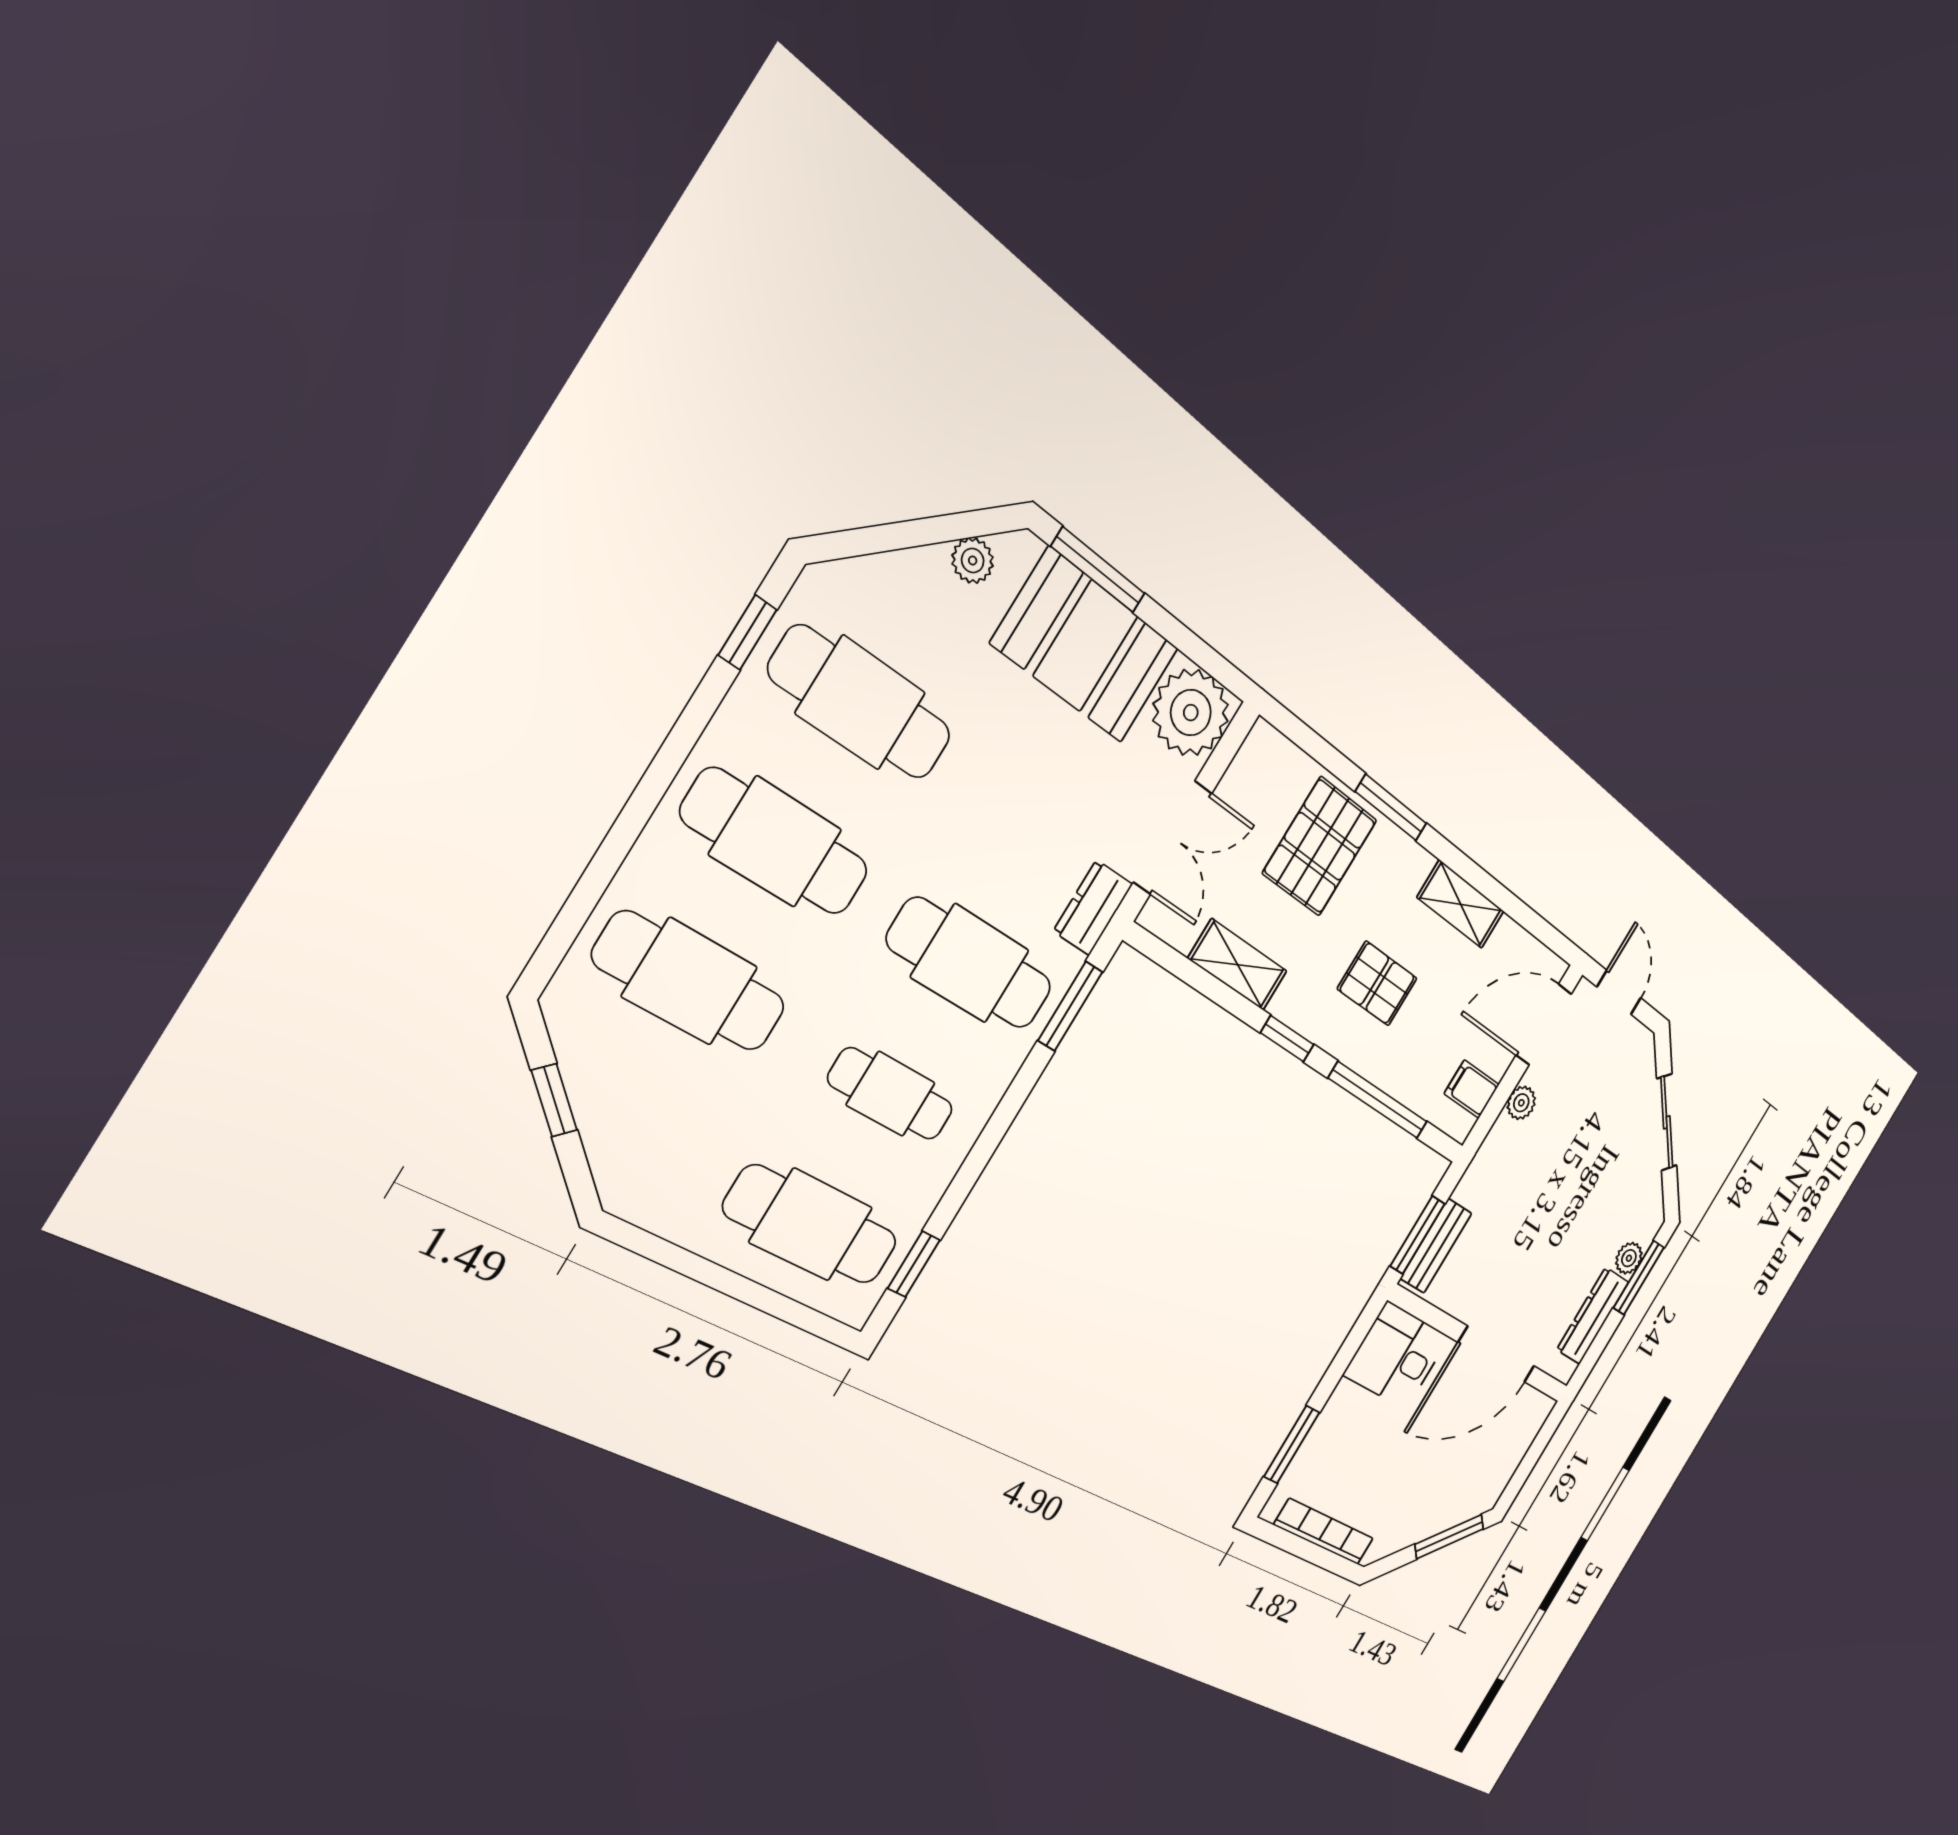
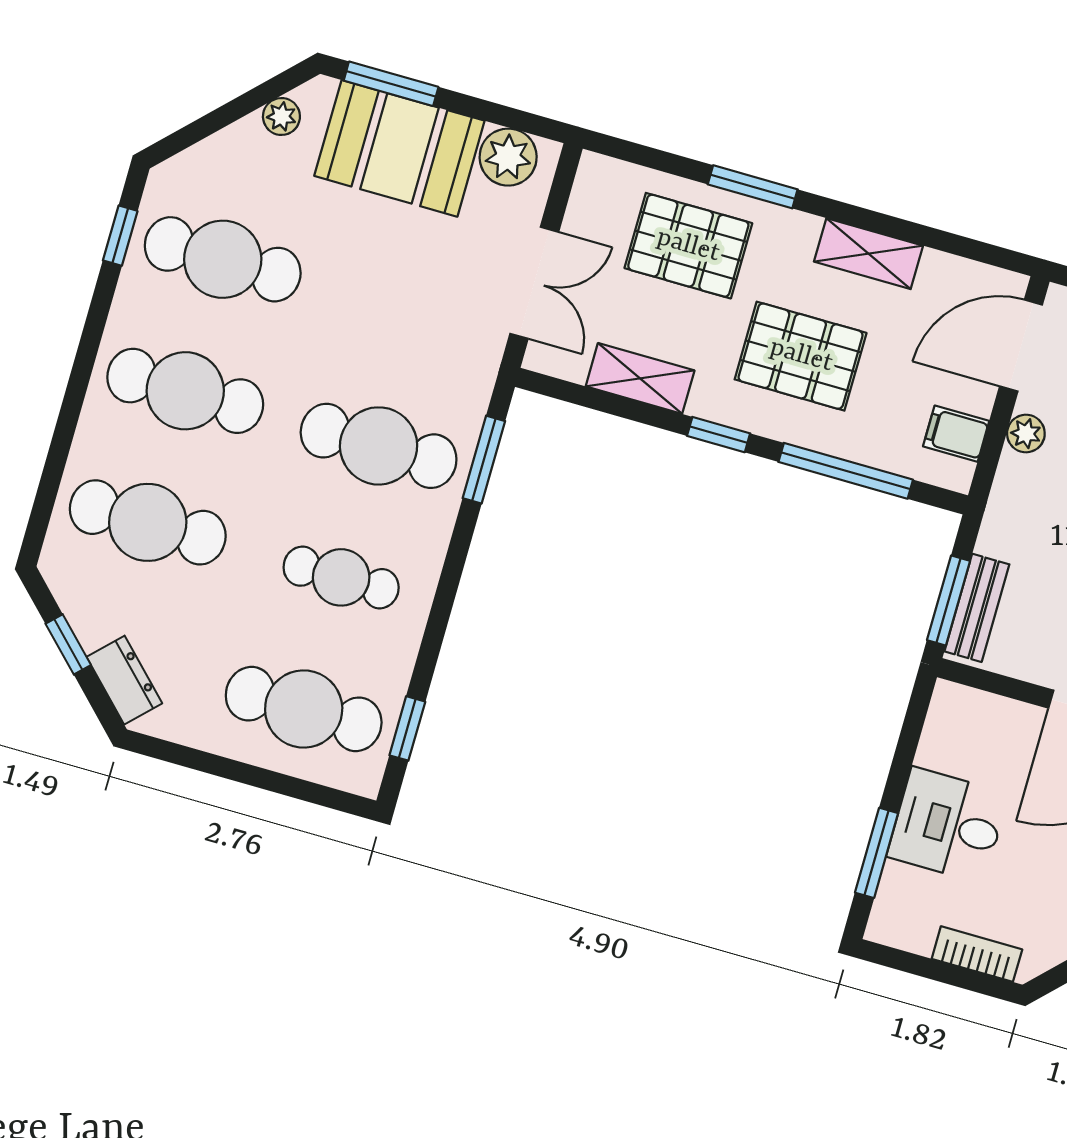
plant: (1191, 713) -> (508, 157), width x0.73, depth x0.73
pallet: (1320, 847) -> (688, 246), turned 90
dresser: (1093, 908) -> (124, 680), moved, turned 135
pallet: (1377, 984) -> (801, 356), width x1.50, depth x1.42
desk: (1397, 1356) -> (948, 825), moved
bookcase: (1324, 1532) -> (977, 954), width x0.64

